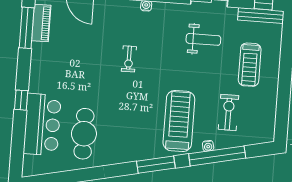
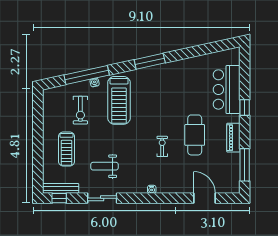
piano: (41, 23) -> (233, 138), moved
treadmill: (250, 65) -> (67, 149), turned 180
cafe table: (84, 134) -> (195, 135), moved
window: (156, 165) -> (150, 61), moved

